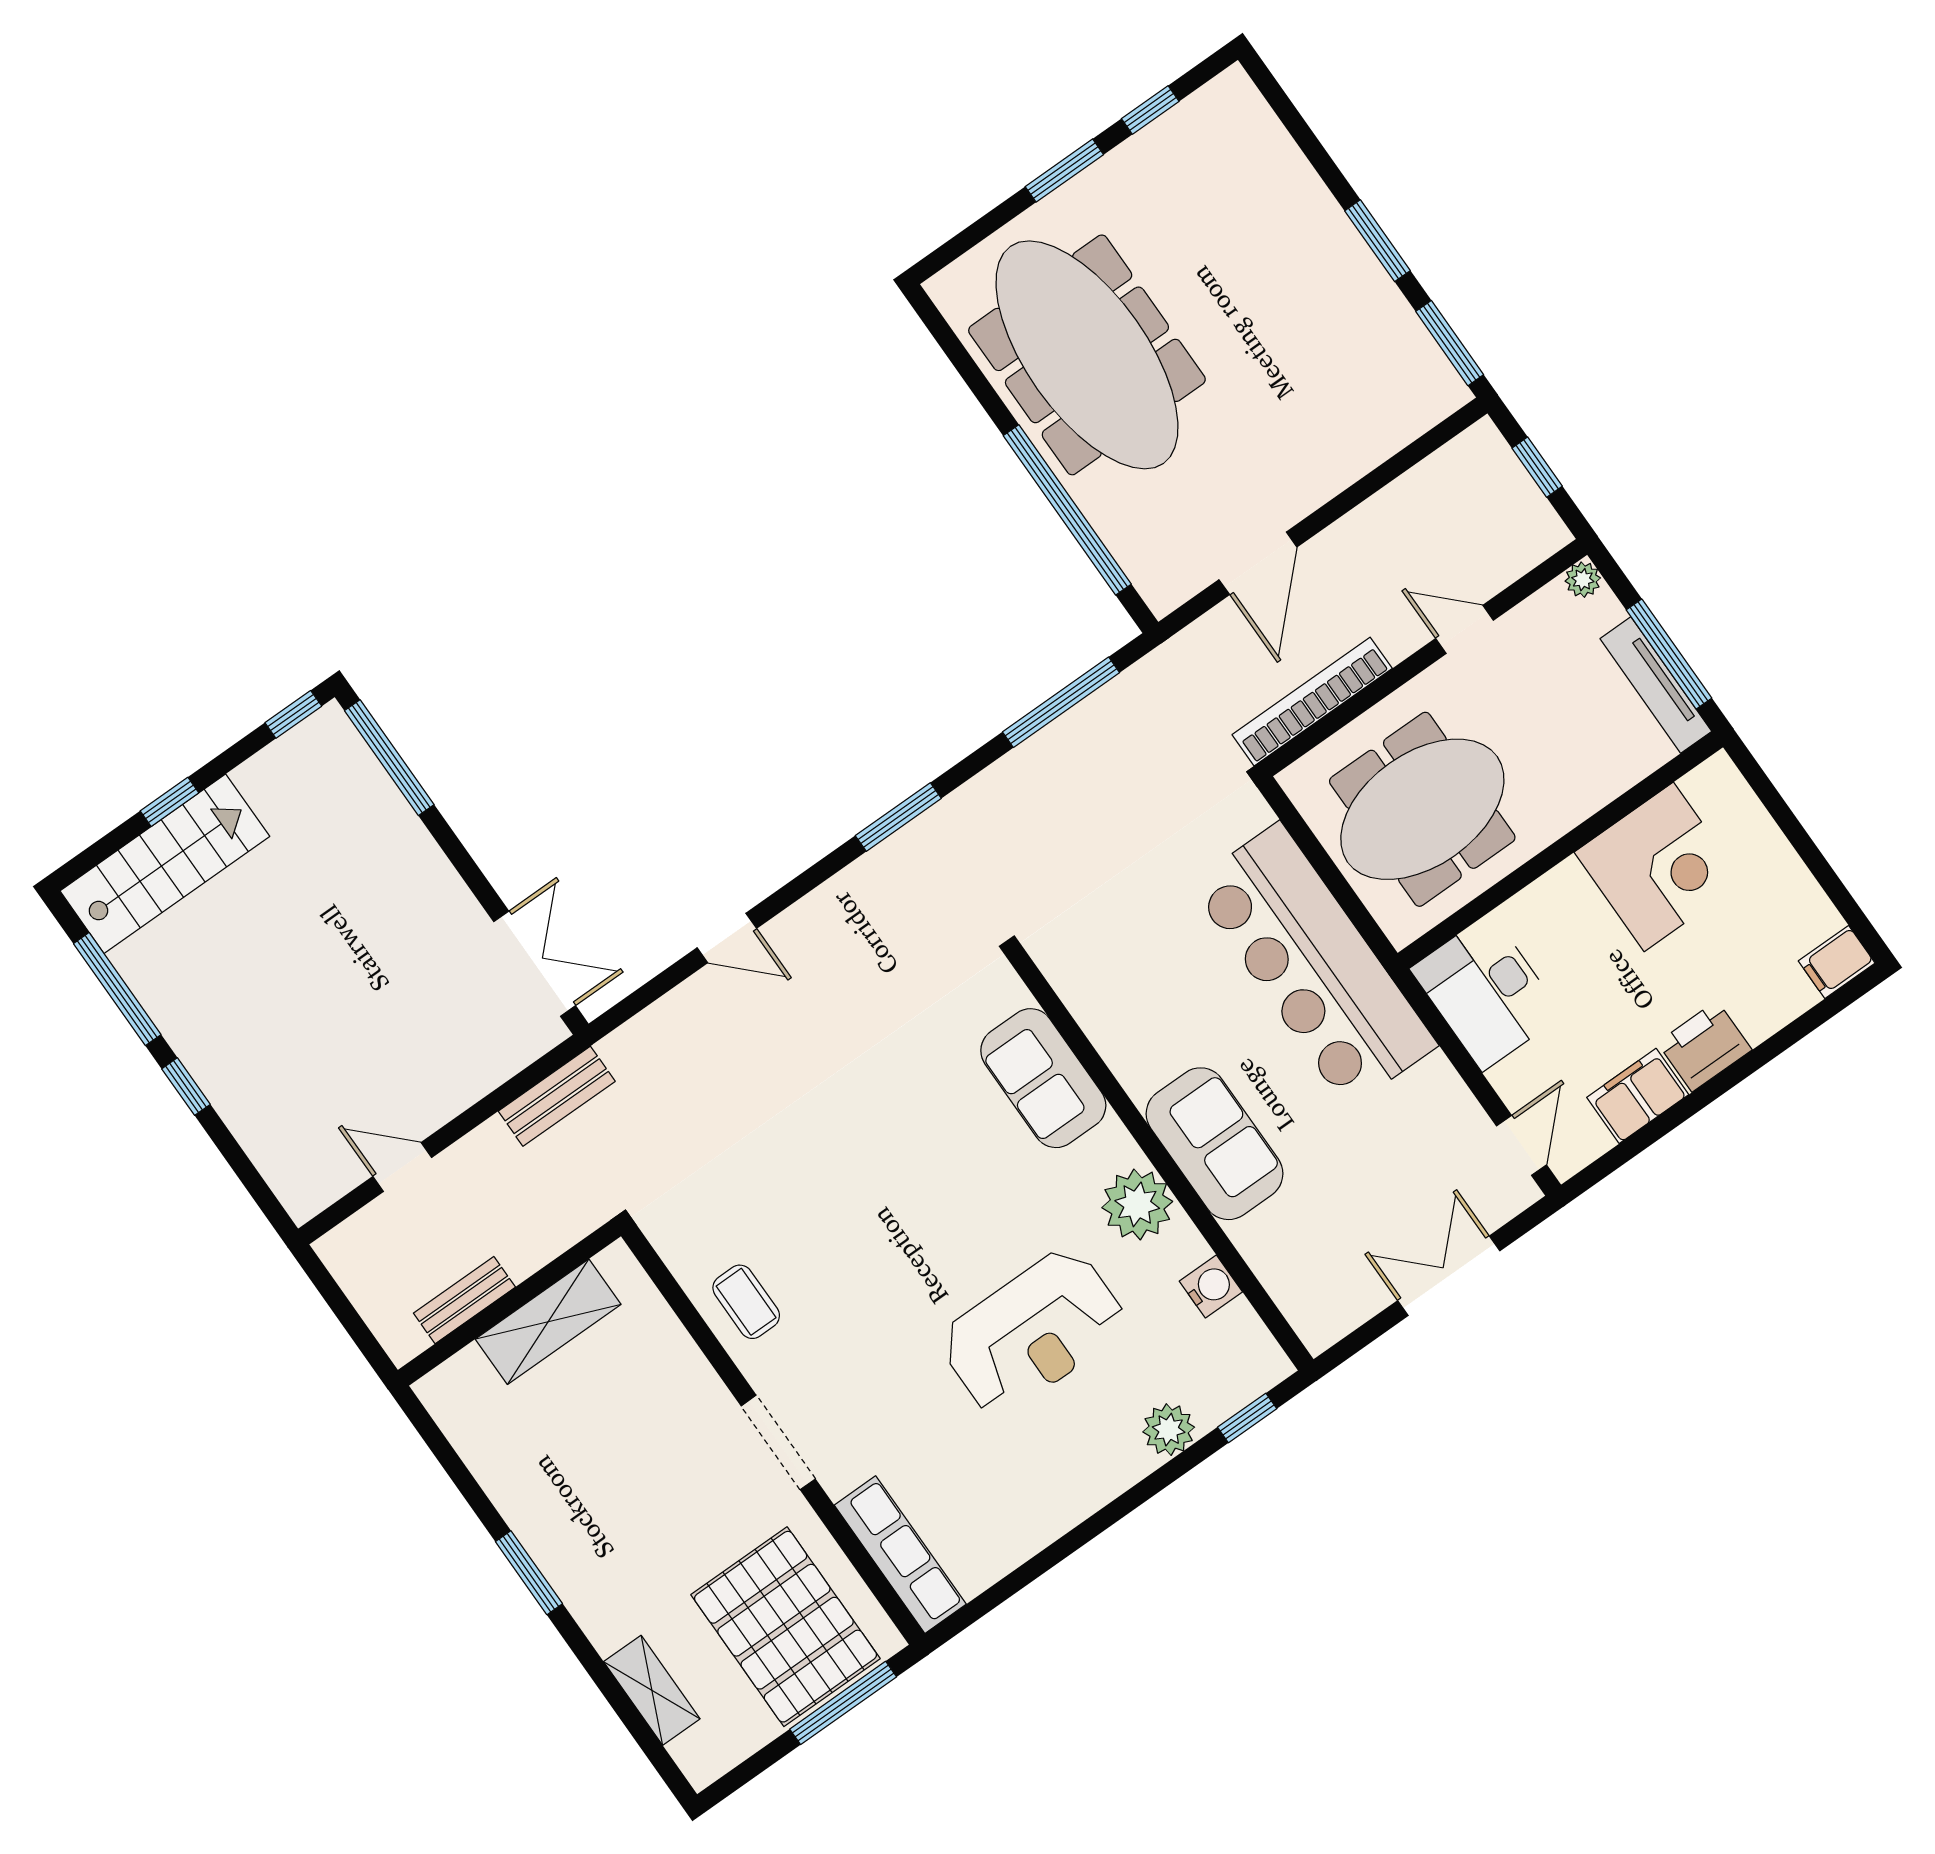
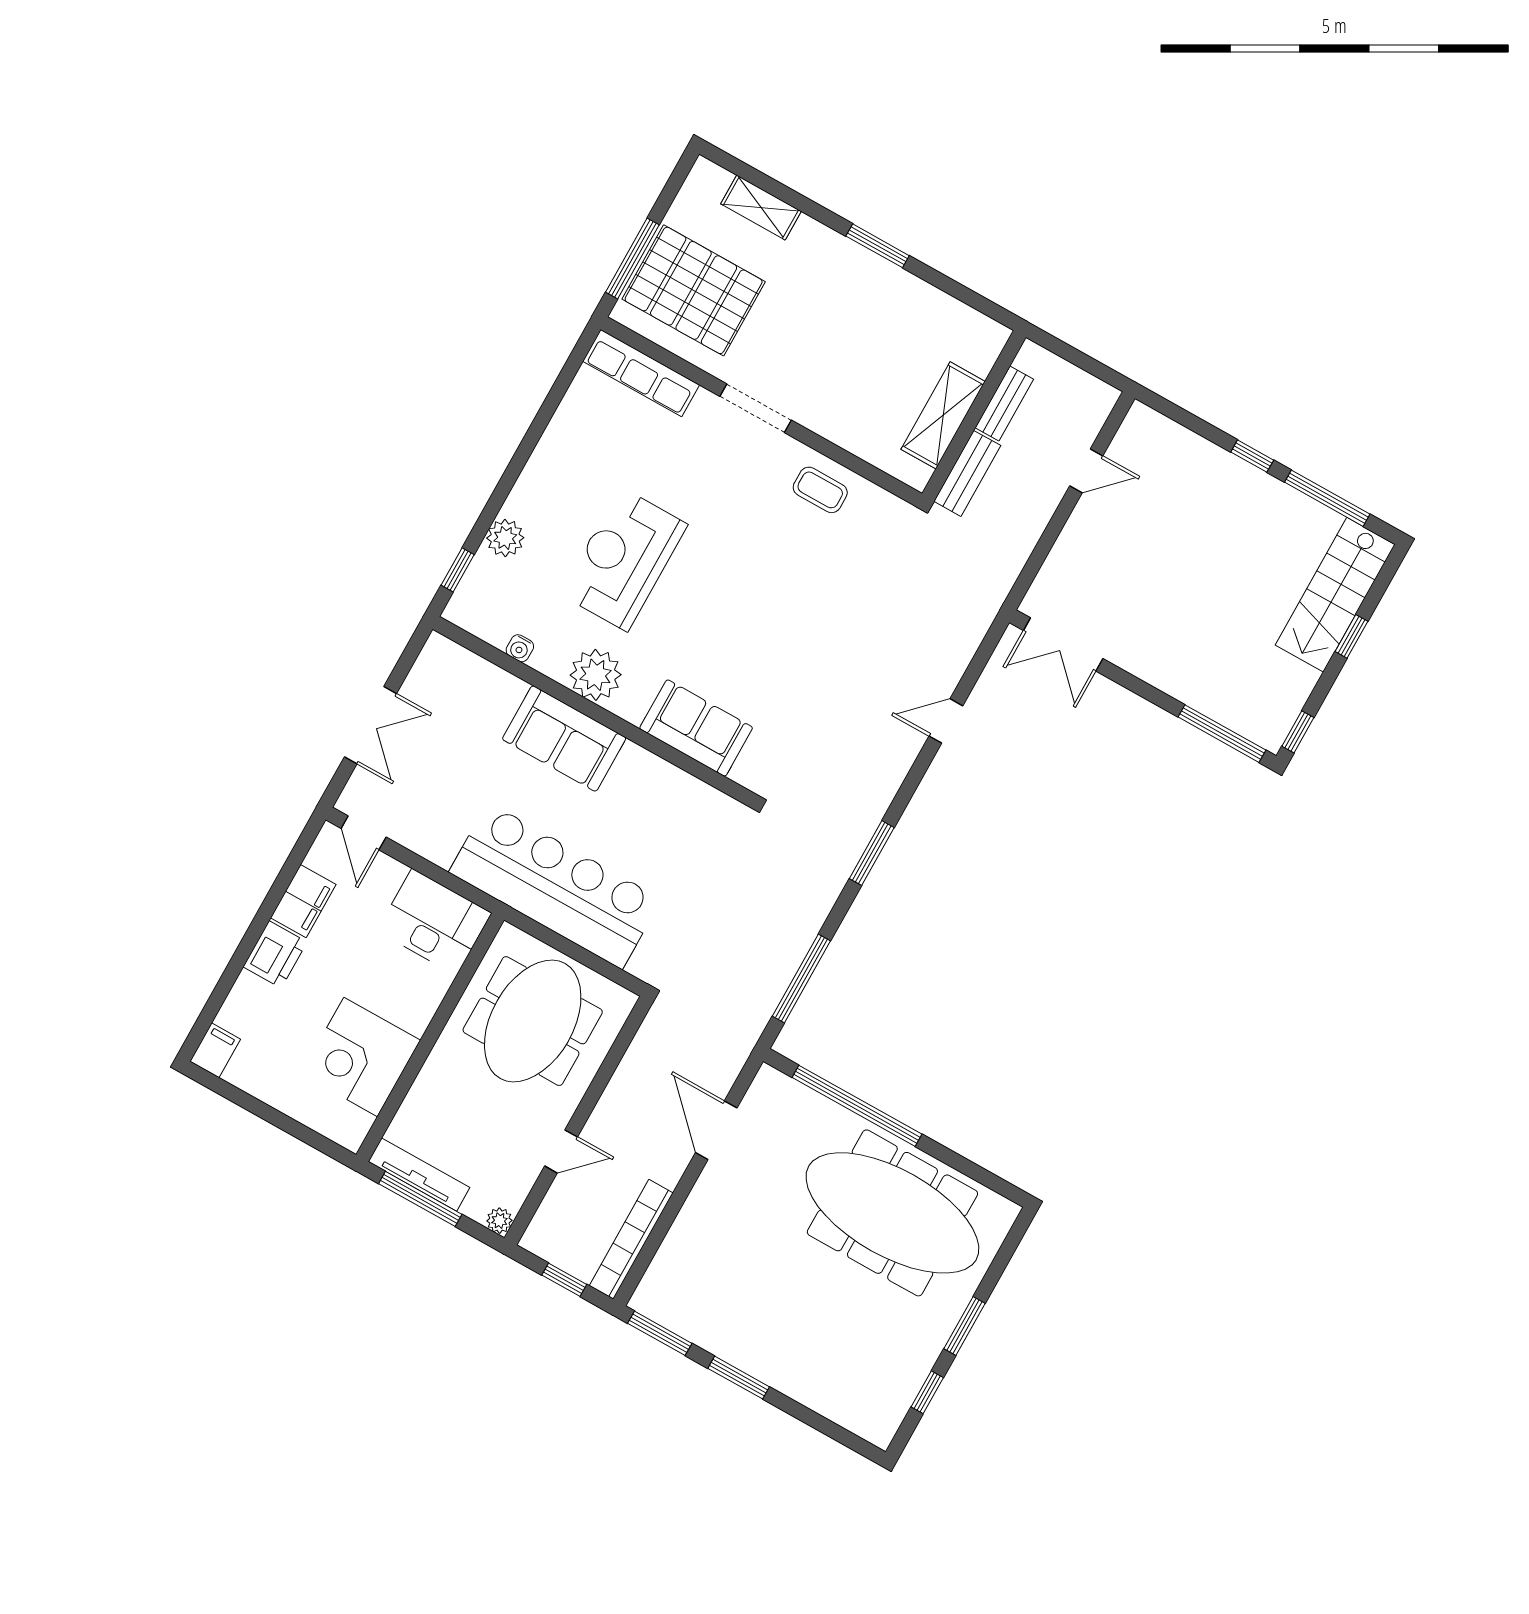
bookcase: (1312, 702) -> (631, 1239), moved, turned 180
bench: (557, 1096) -> (967, 473), moved
water cooler: (1211, 1287) -> (520, 648), width x0.72, depth x0.72

